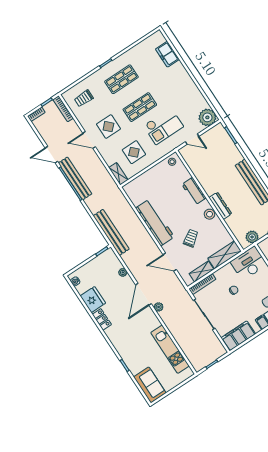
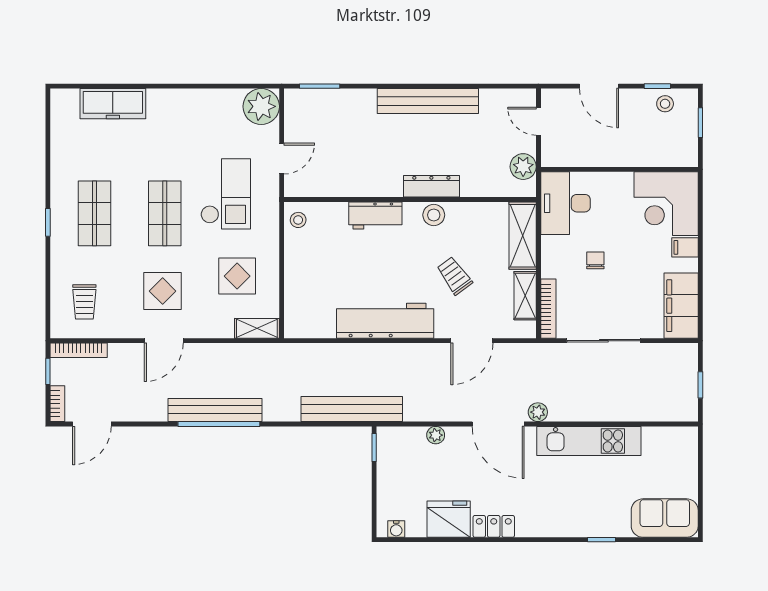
freezer: (167, 54) -> (113, 104), width x1.40
door: (51, 155) -> (92, 424), moved
kitchen unit: (170, 349) -> (589, 441), moved

